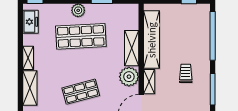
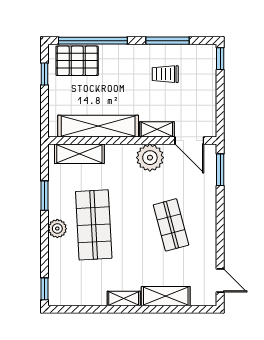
freezer: (30, 22) -> (73, 295), removed
pallet: (198, 25) -> (77, 61), added
shelving: (132, 48) -> (79, 154), moved
trolley: (186, 73) -> (165, 74), moved

